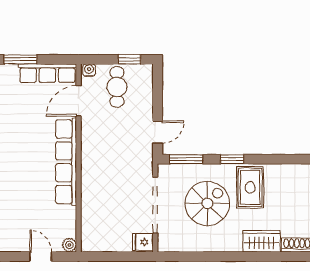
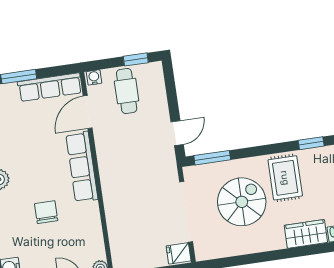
window: (232, 159) -> (311, 143), moved
row of seats: (66, 162) -> (82, 167), width x0.73
chair: (27, 187) -> (46, 212), added

